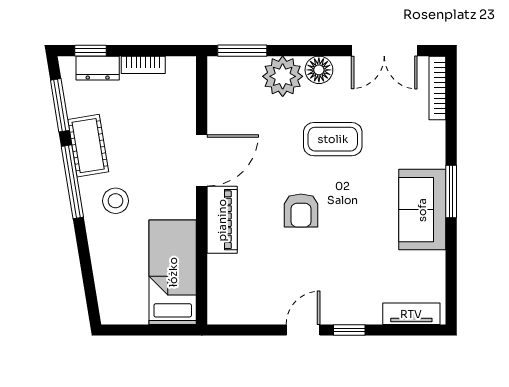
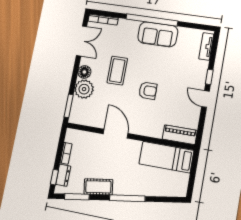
window: (72, 182) -> (127, 198), moved
window: (451, 192) -> (152, 20), width x2.11
stool: (116, 201) -> (127, 179), removed
piano: (222, 220) -> (180, 135), moved

